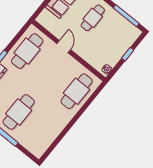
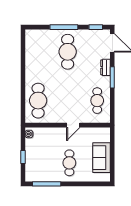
door: (64, 47) -> (73, 125), hinge flipped
cafe table: (27, 51) -> (97, 101), width x0.73, depth x0.74

